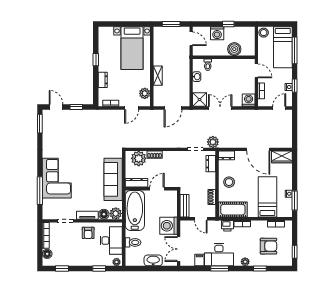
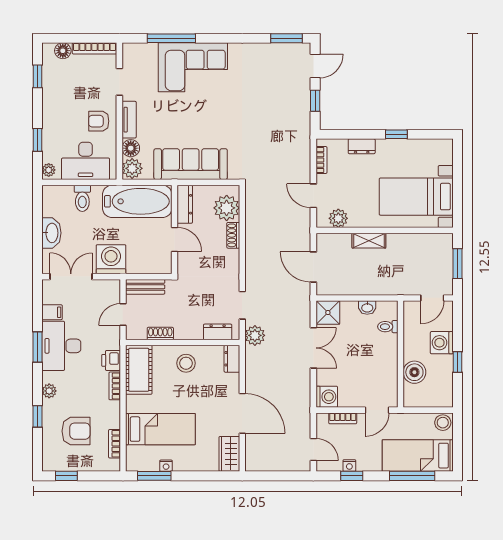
door: (258, 149) -> (242, 413), swing flipped
armchair: (269, 246) -> (76, 431), turned -90

